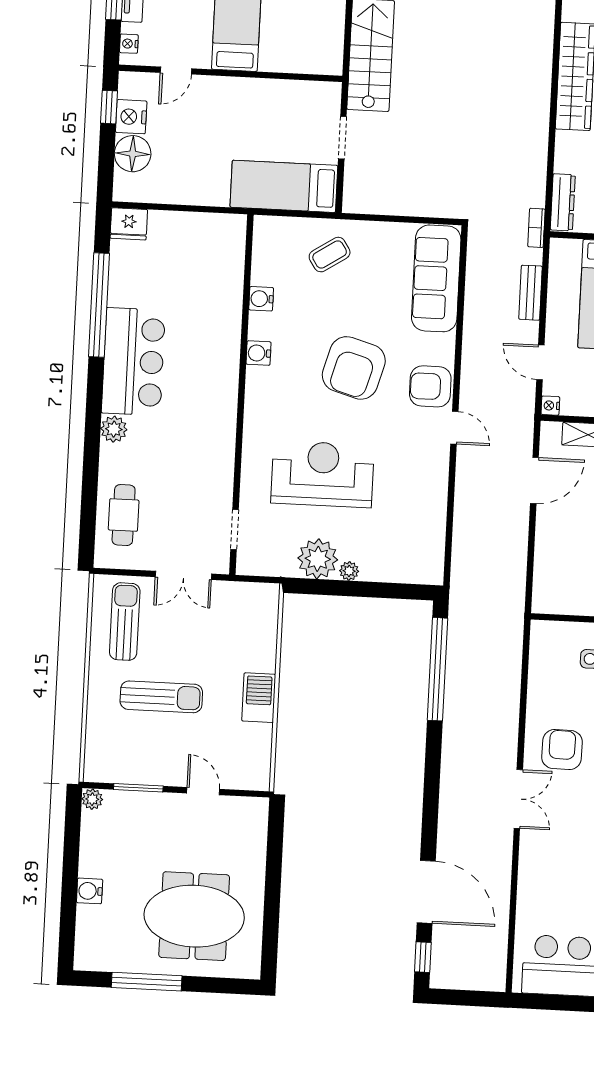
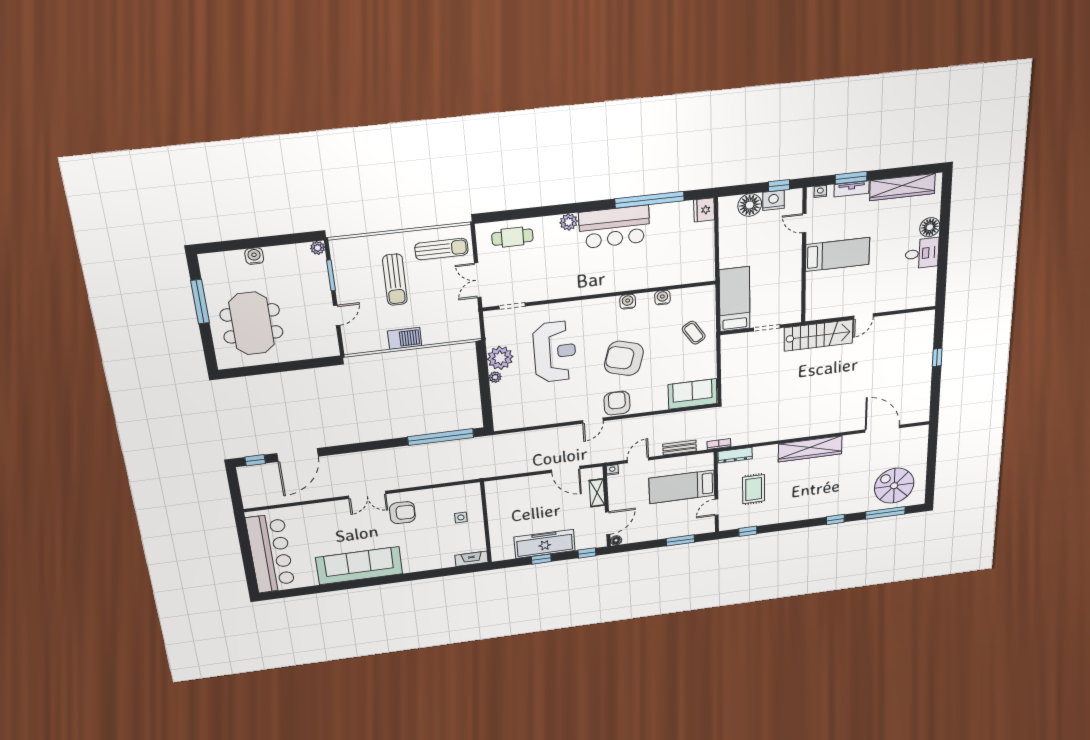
sofa: (436, 278) -> (693, 394), width x0.73

